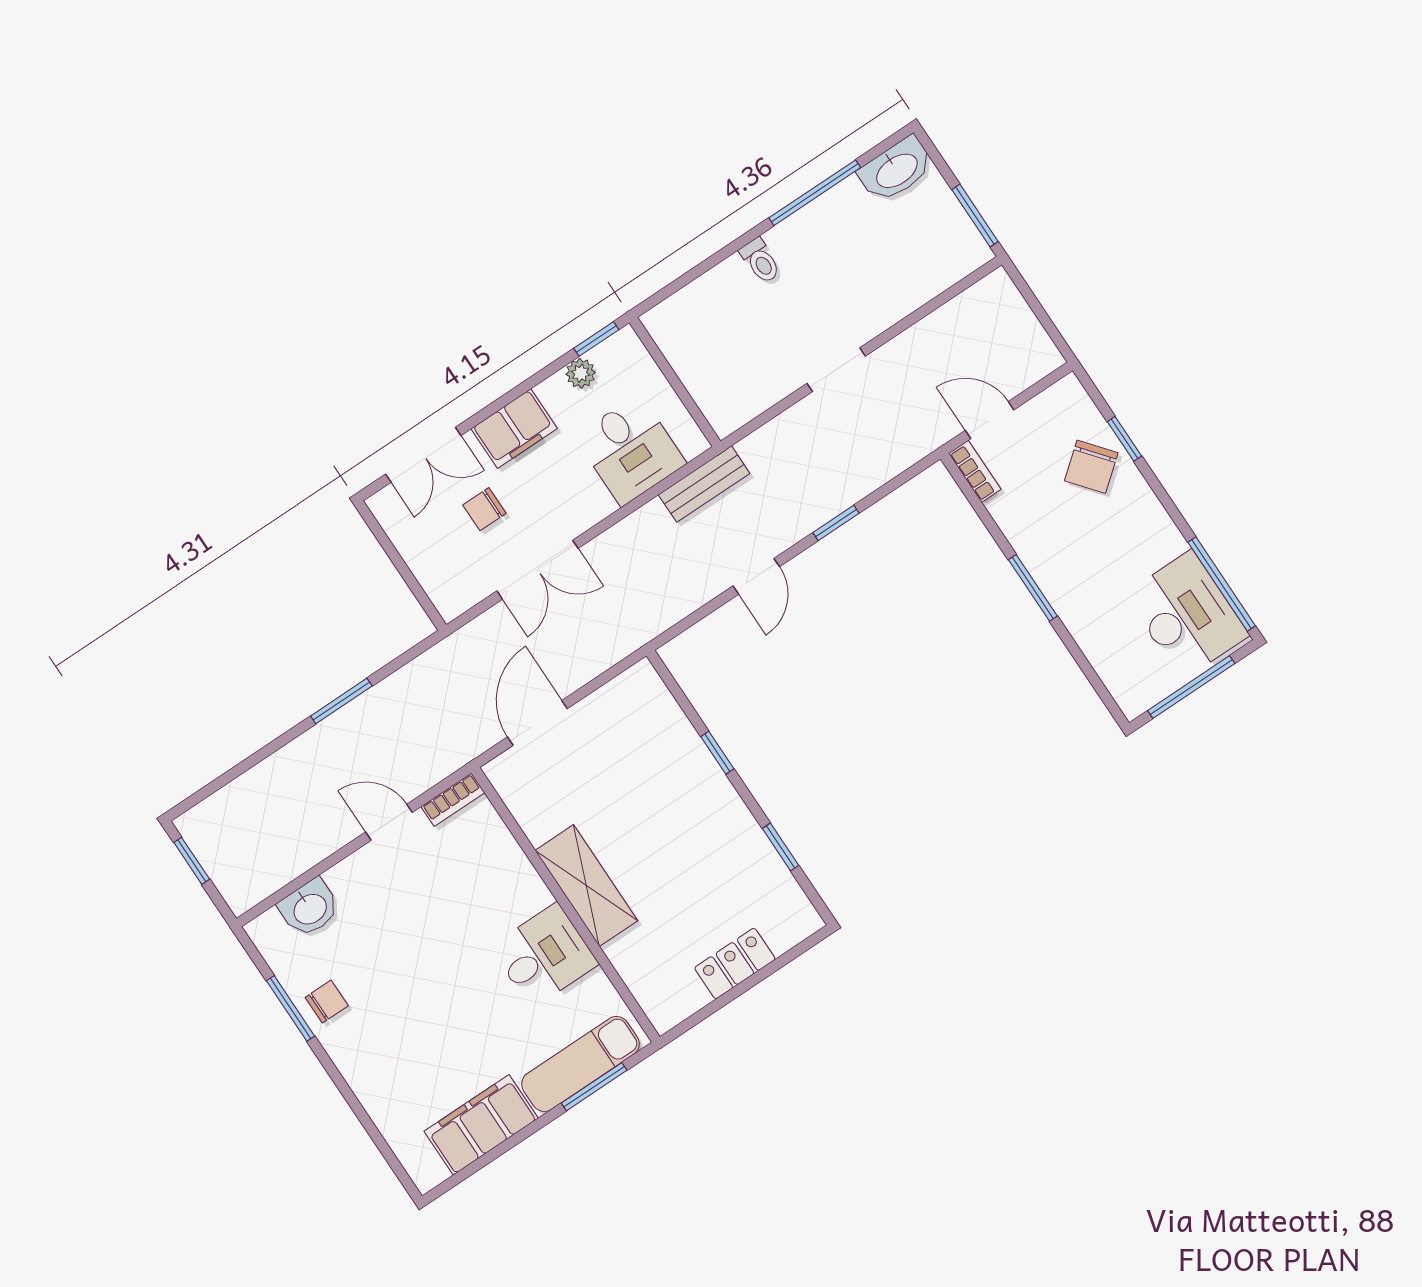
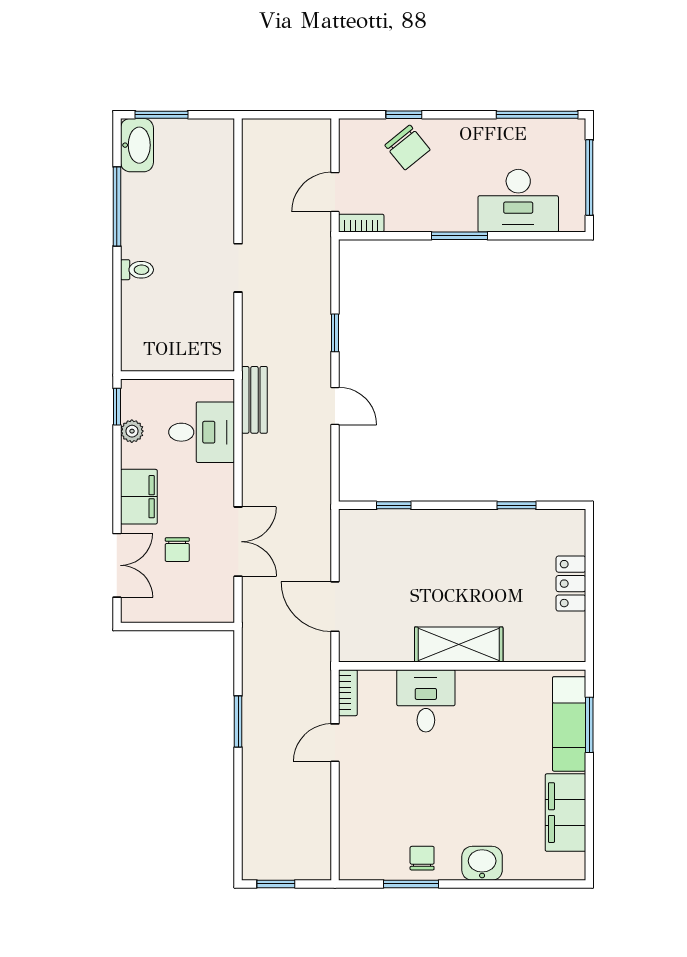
window: (975, 216) -> (161, 115), moved
desk: (1187, 615) -> (518, 201), moved, turned 180
window: (717, 753) -> (394, 505), moved
washbasin: (309, 908) -> (482, 863), moved, turned -90
desk: (544, 956) -> (426, 701), moved

